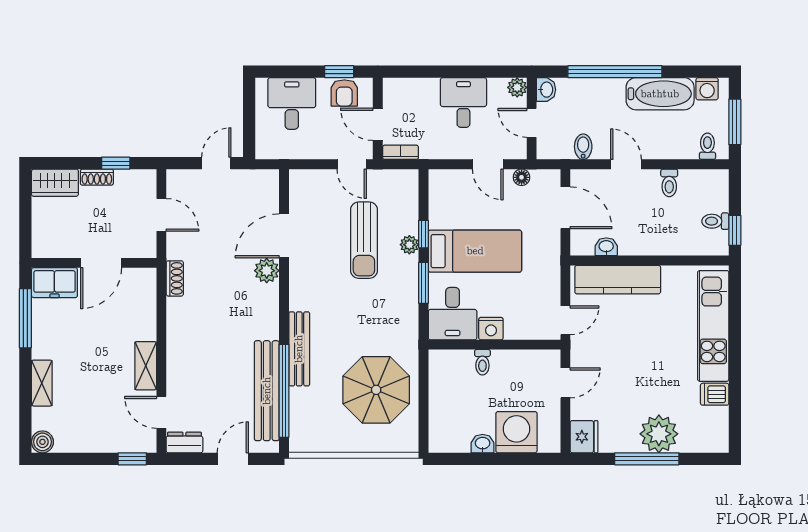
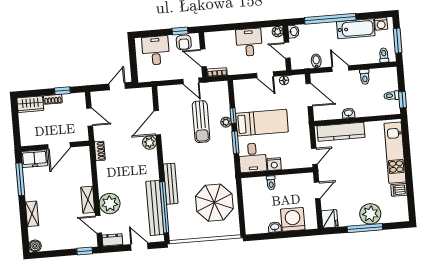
washbasin: (606, 247) -> (348, 113), moved
plant: (185, 376) -> (110, 204), added
door: (233, 459) -> (139, 247), hinge flipped

